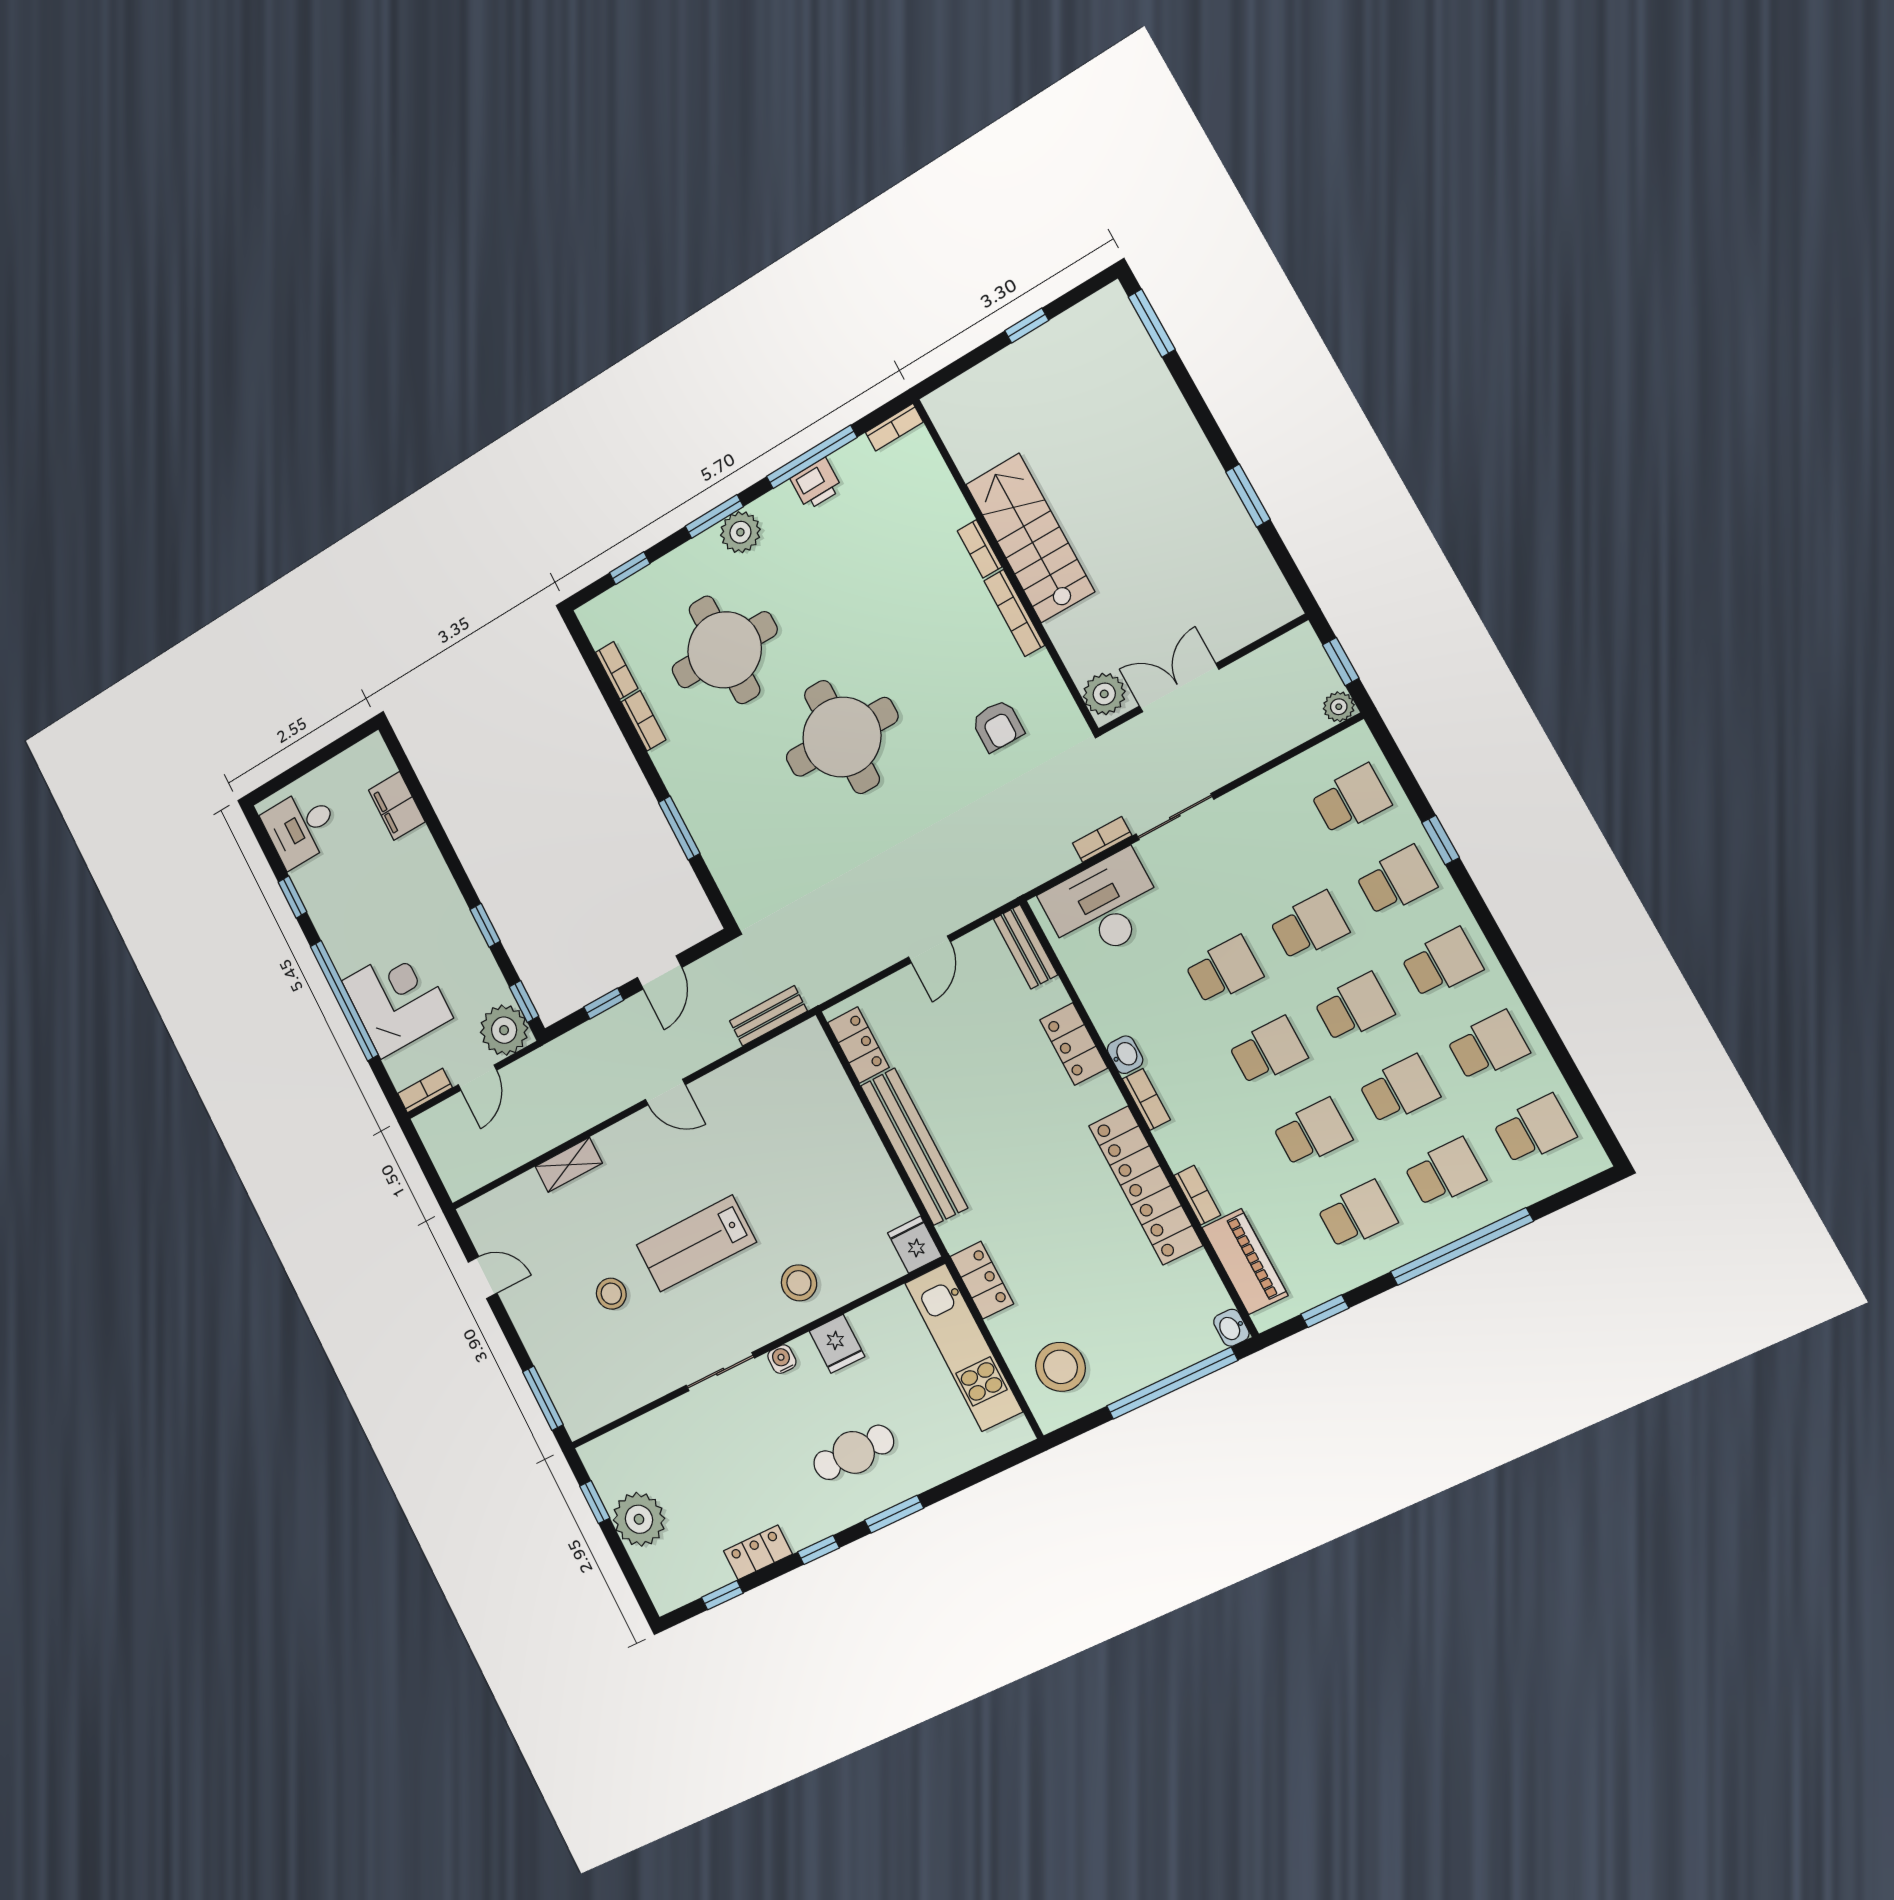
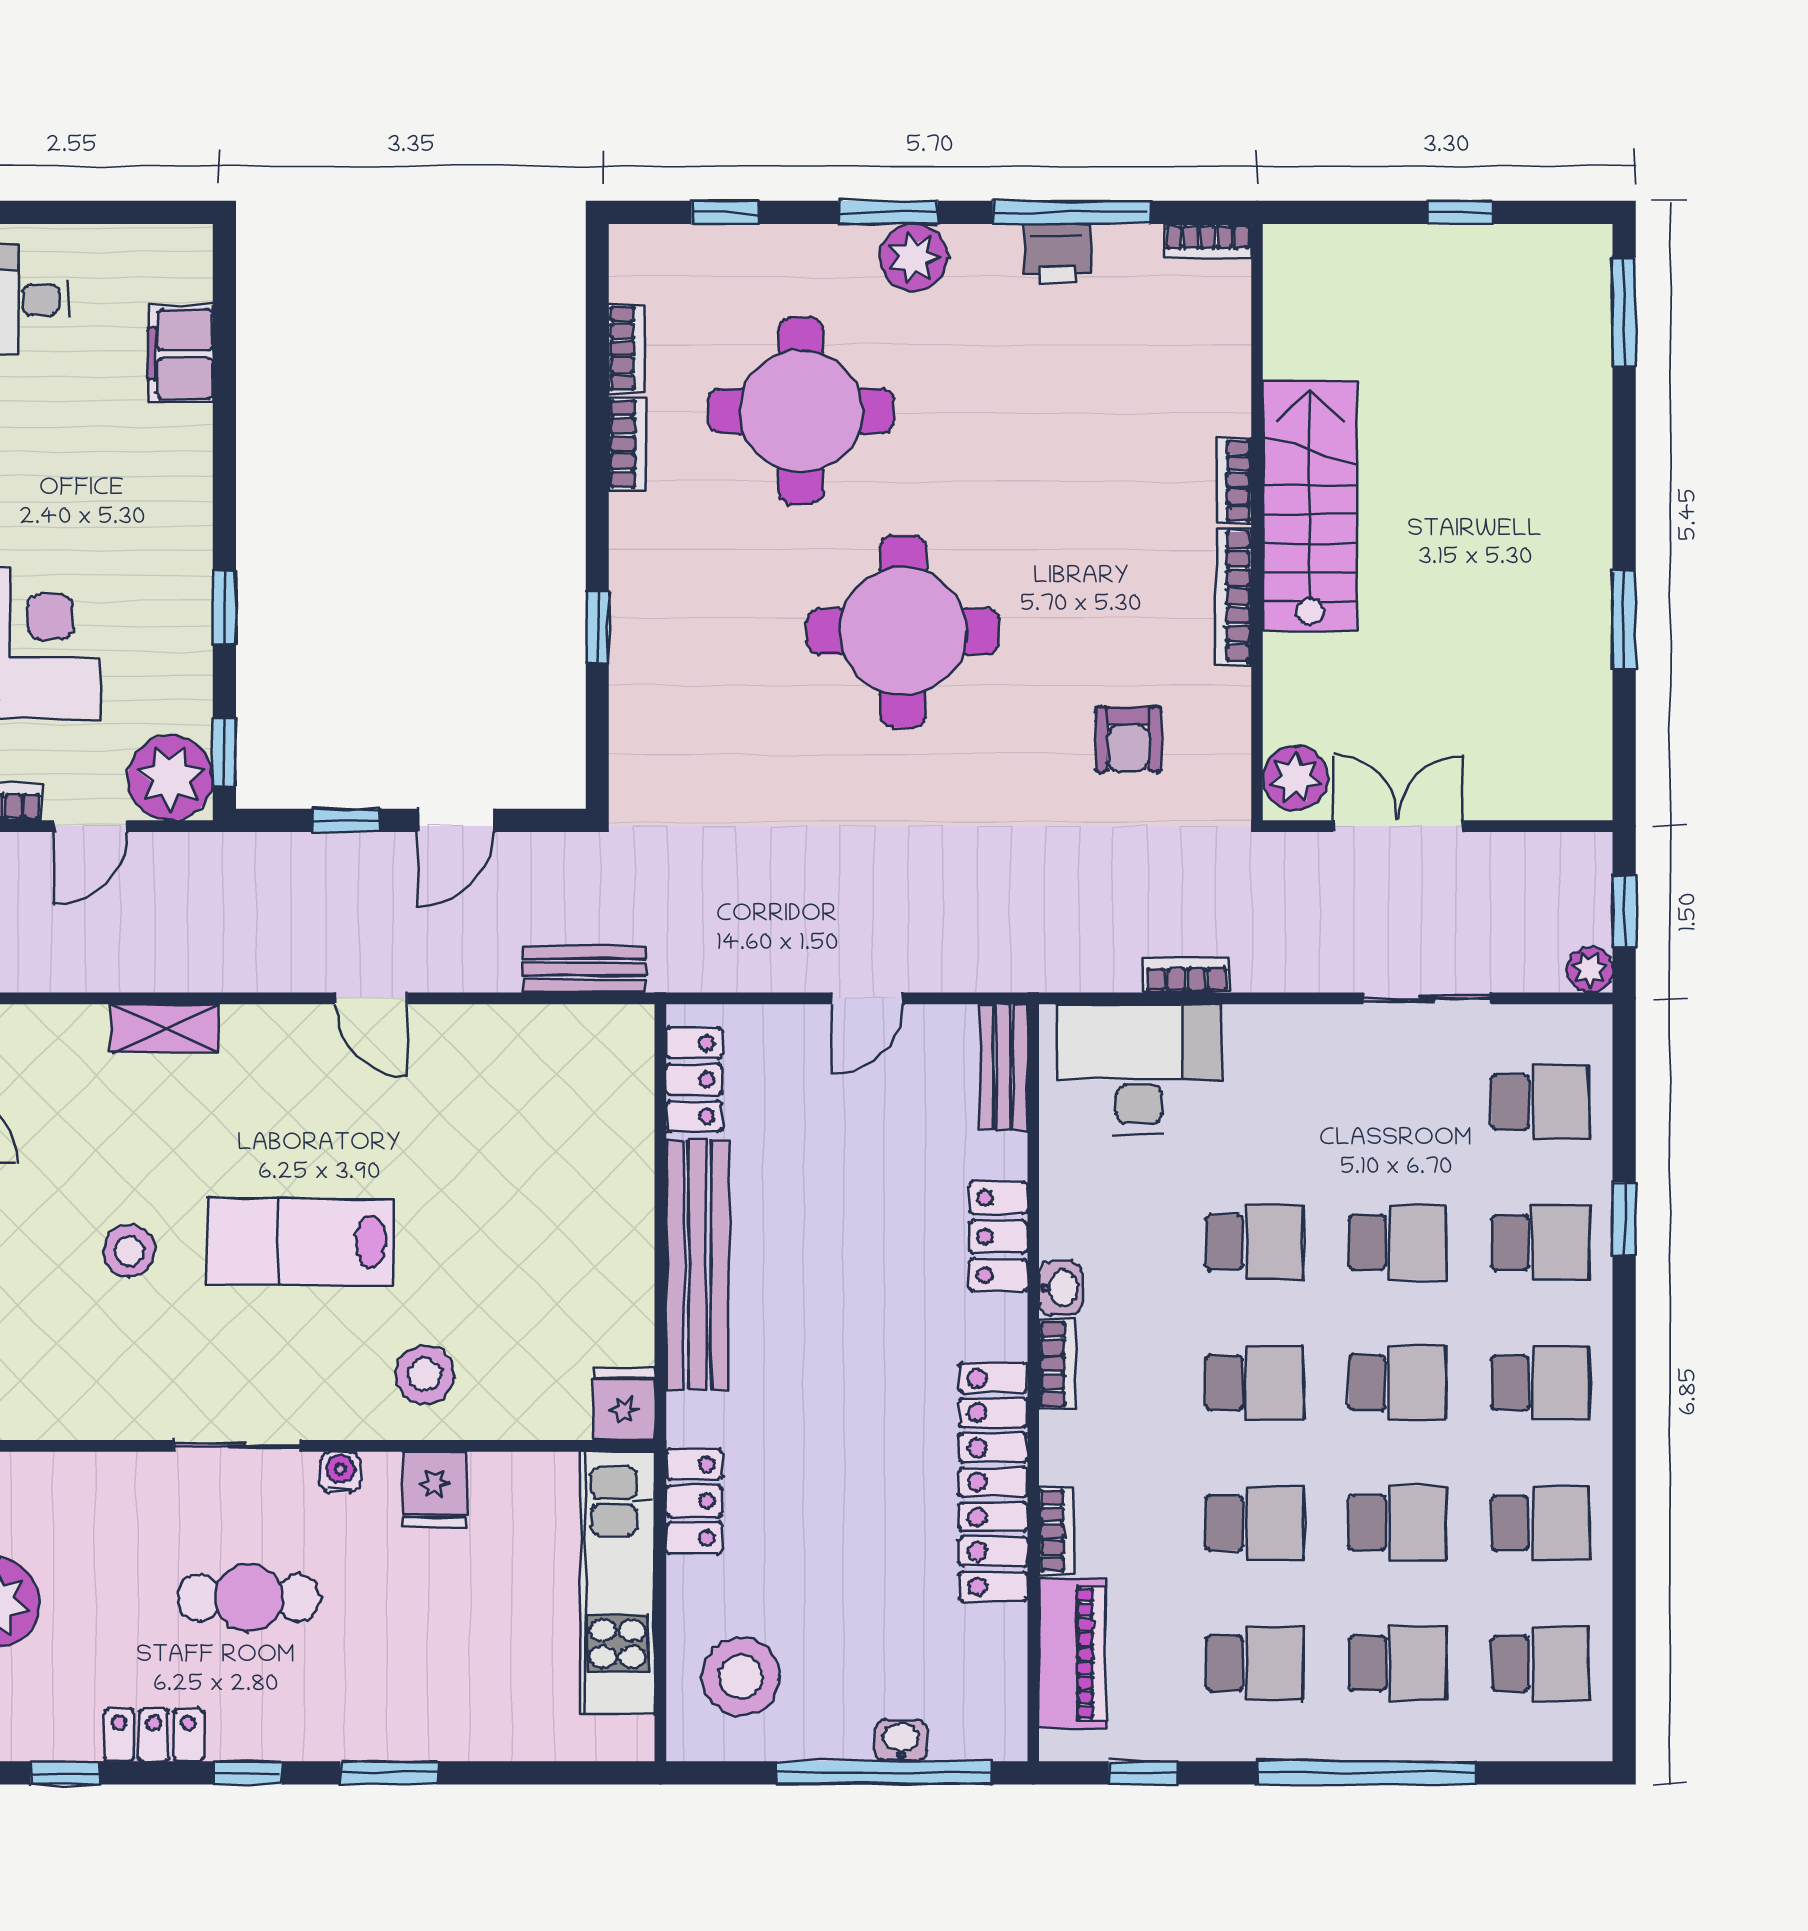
sliding door: (1175, 817) -> (1427, 998), moved
window: (679, 828) -> (597, 628), width x0.67
washbasin: (1231, 1328) -> (901, 1740), moved, turned 90
cafe table: (854, 1452) -> (249, 1598), moved

